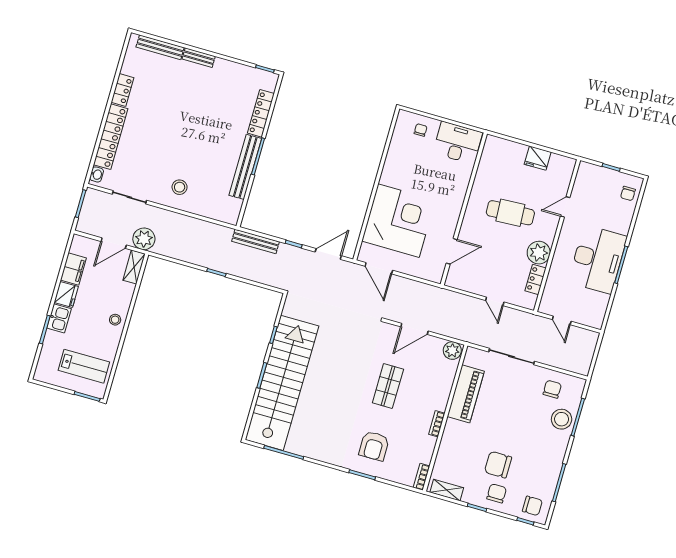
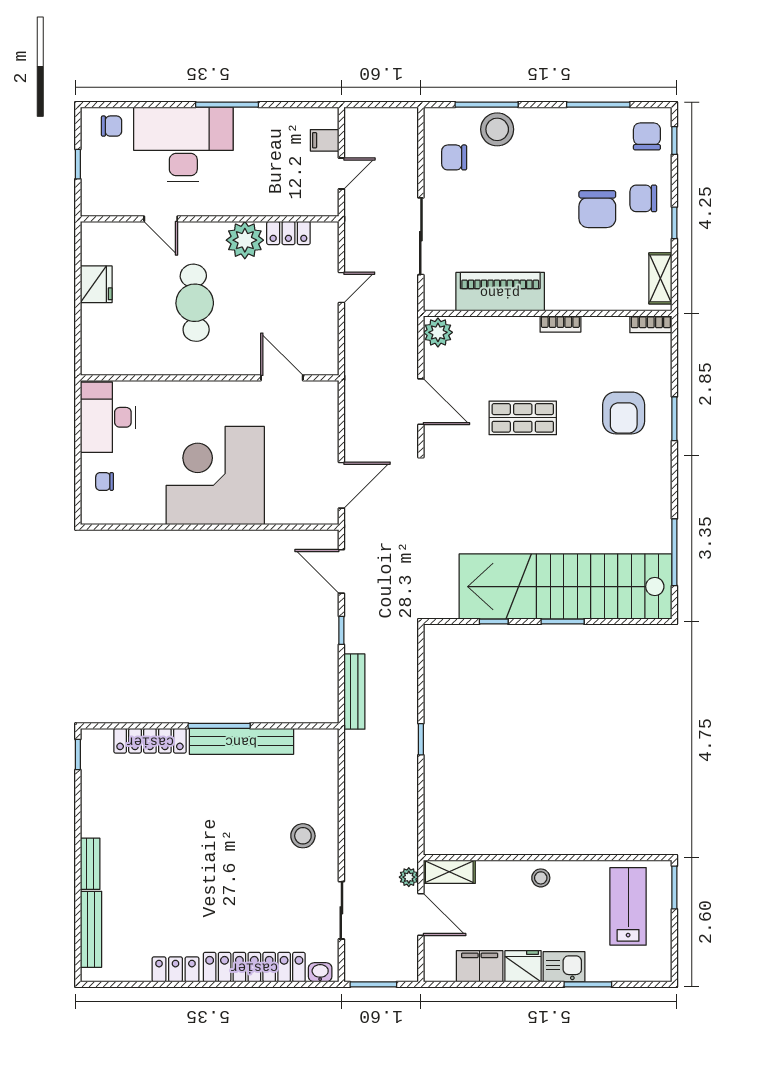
corner desk: (399, 221) -> (215, 476), moved
plant: (144, 239) -> (409, 877), width x0.53, depth x0.53
desk: (598, 259) -> (183, 144), moved
filing cabinet: (584, 316) -> (325, 140), added
armchair: (374, 446) -> (624, 413), turned 90

